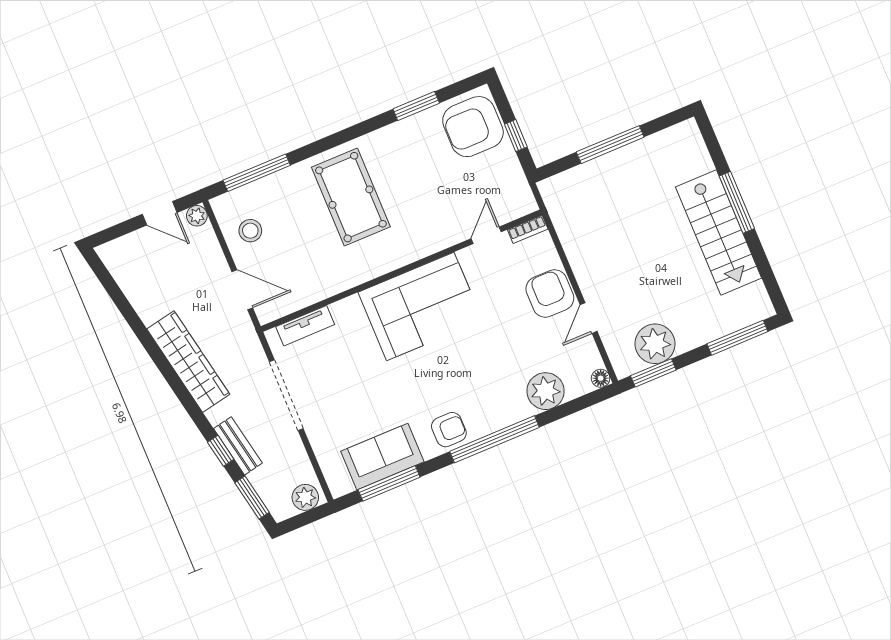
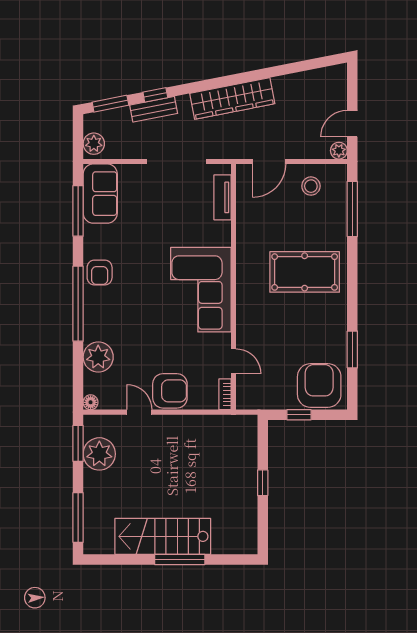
window: (610, 145) -> (263, 483), width x0.46
sofa: (382, 457) -> (100, 194), moved

